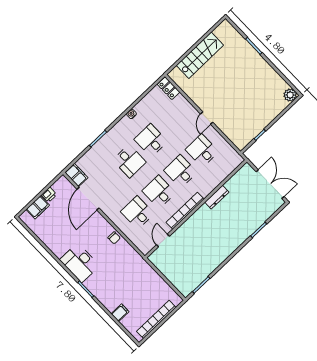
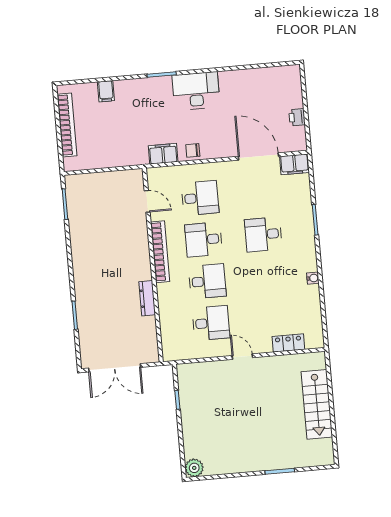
locker: (169, 88) -> (288, 343), moved
desk: (151, 140) -> (267, 276), removed
desk: (159, 192) -> (204, 240), turned 180
filing cabinet: (38, 207) -> (163, 154), moved, turned 90

